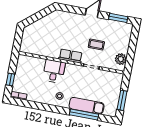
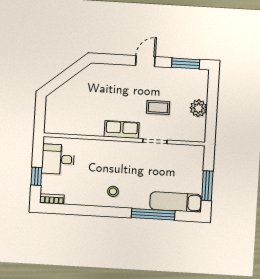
plant: (121, 59) -> (198, 108), moved
desk: (54, 71) -> (58, 159), moved, turned -90
exam couch: (87, 106) -> (176, 202), moved

